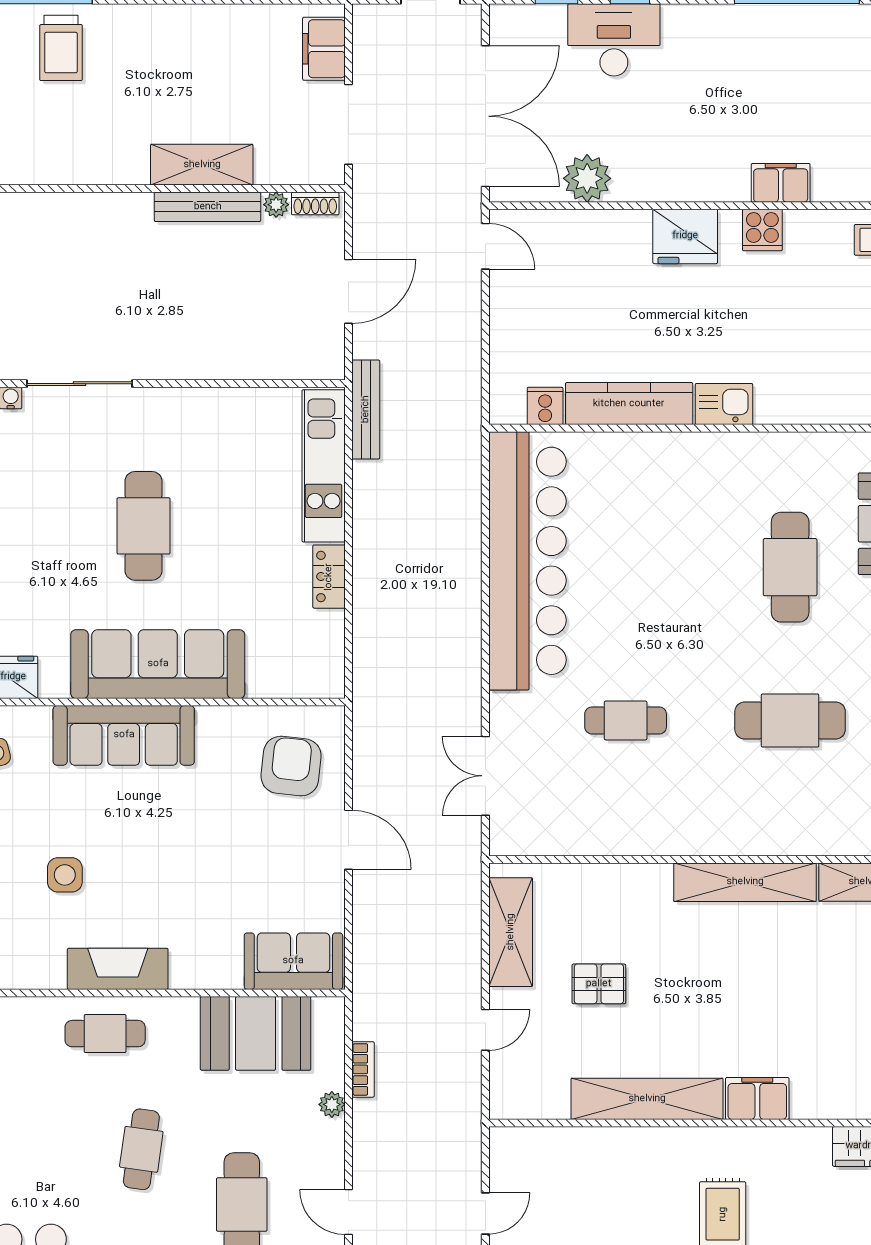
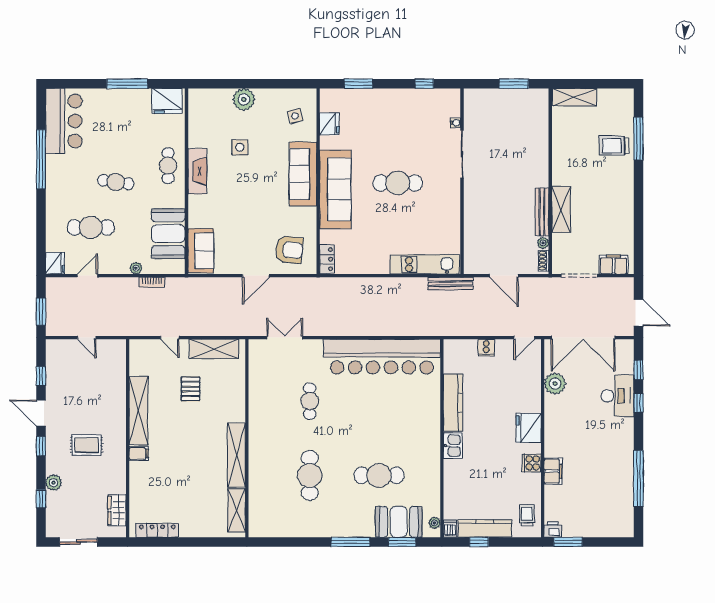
cooker: (545, 406) -> (486, 348), moved, turned 90
locker: (329, 577) -> (327, 259), moved, turned 90
filing cabinet: (757, 1099) -> (139, 453), width x0.50

